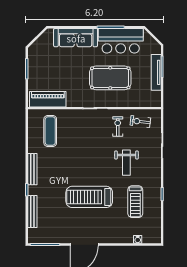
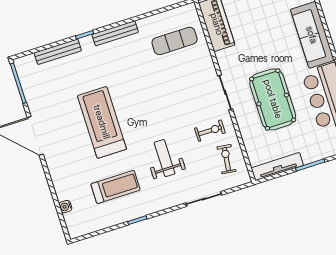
tv unit: (156, 72) -> (277, 167), moved
weight bench: (126, 163) -> (165, 158), turned 90
treadmill: (135, 202) -> (116, 187), turned 180

